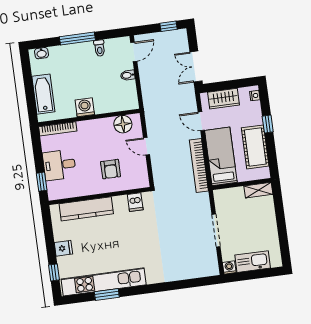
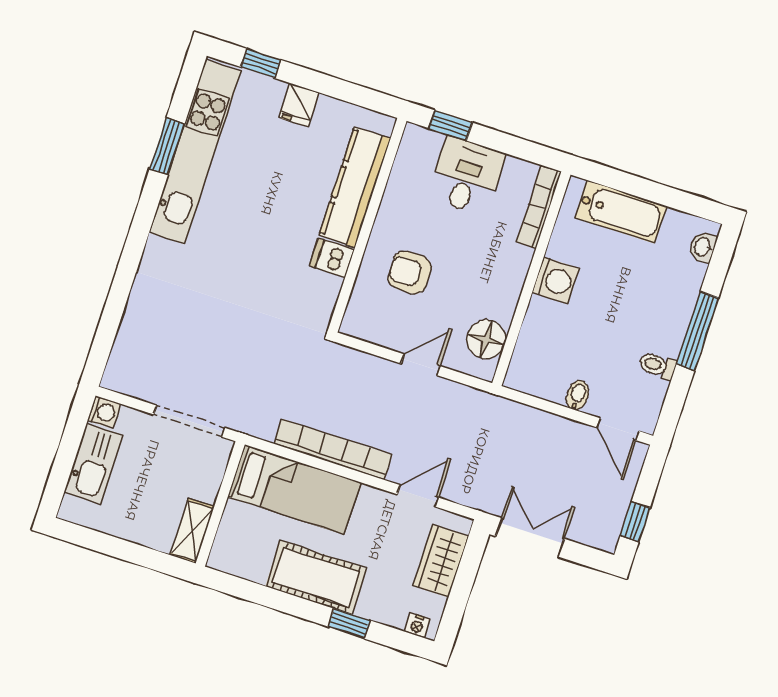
bed: (221, 156) -> (294, 489), moved
wall: (242, 184) -> (220, 504), moved
shelving: (258, 190) -> (192, 531), moved
dishwasher: (135, 202) -> (332, 258), moved

